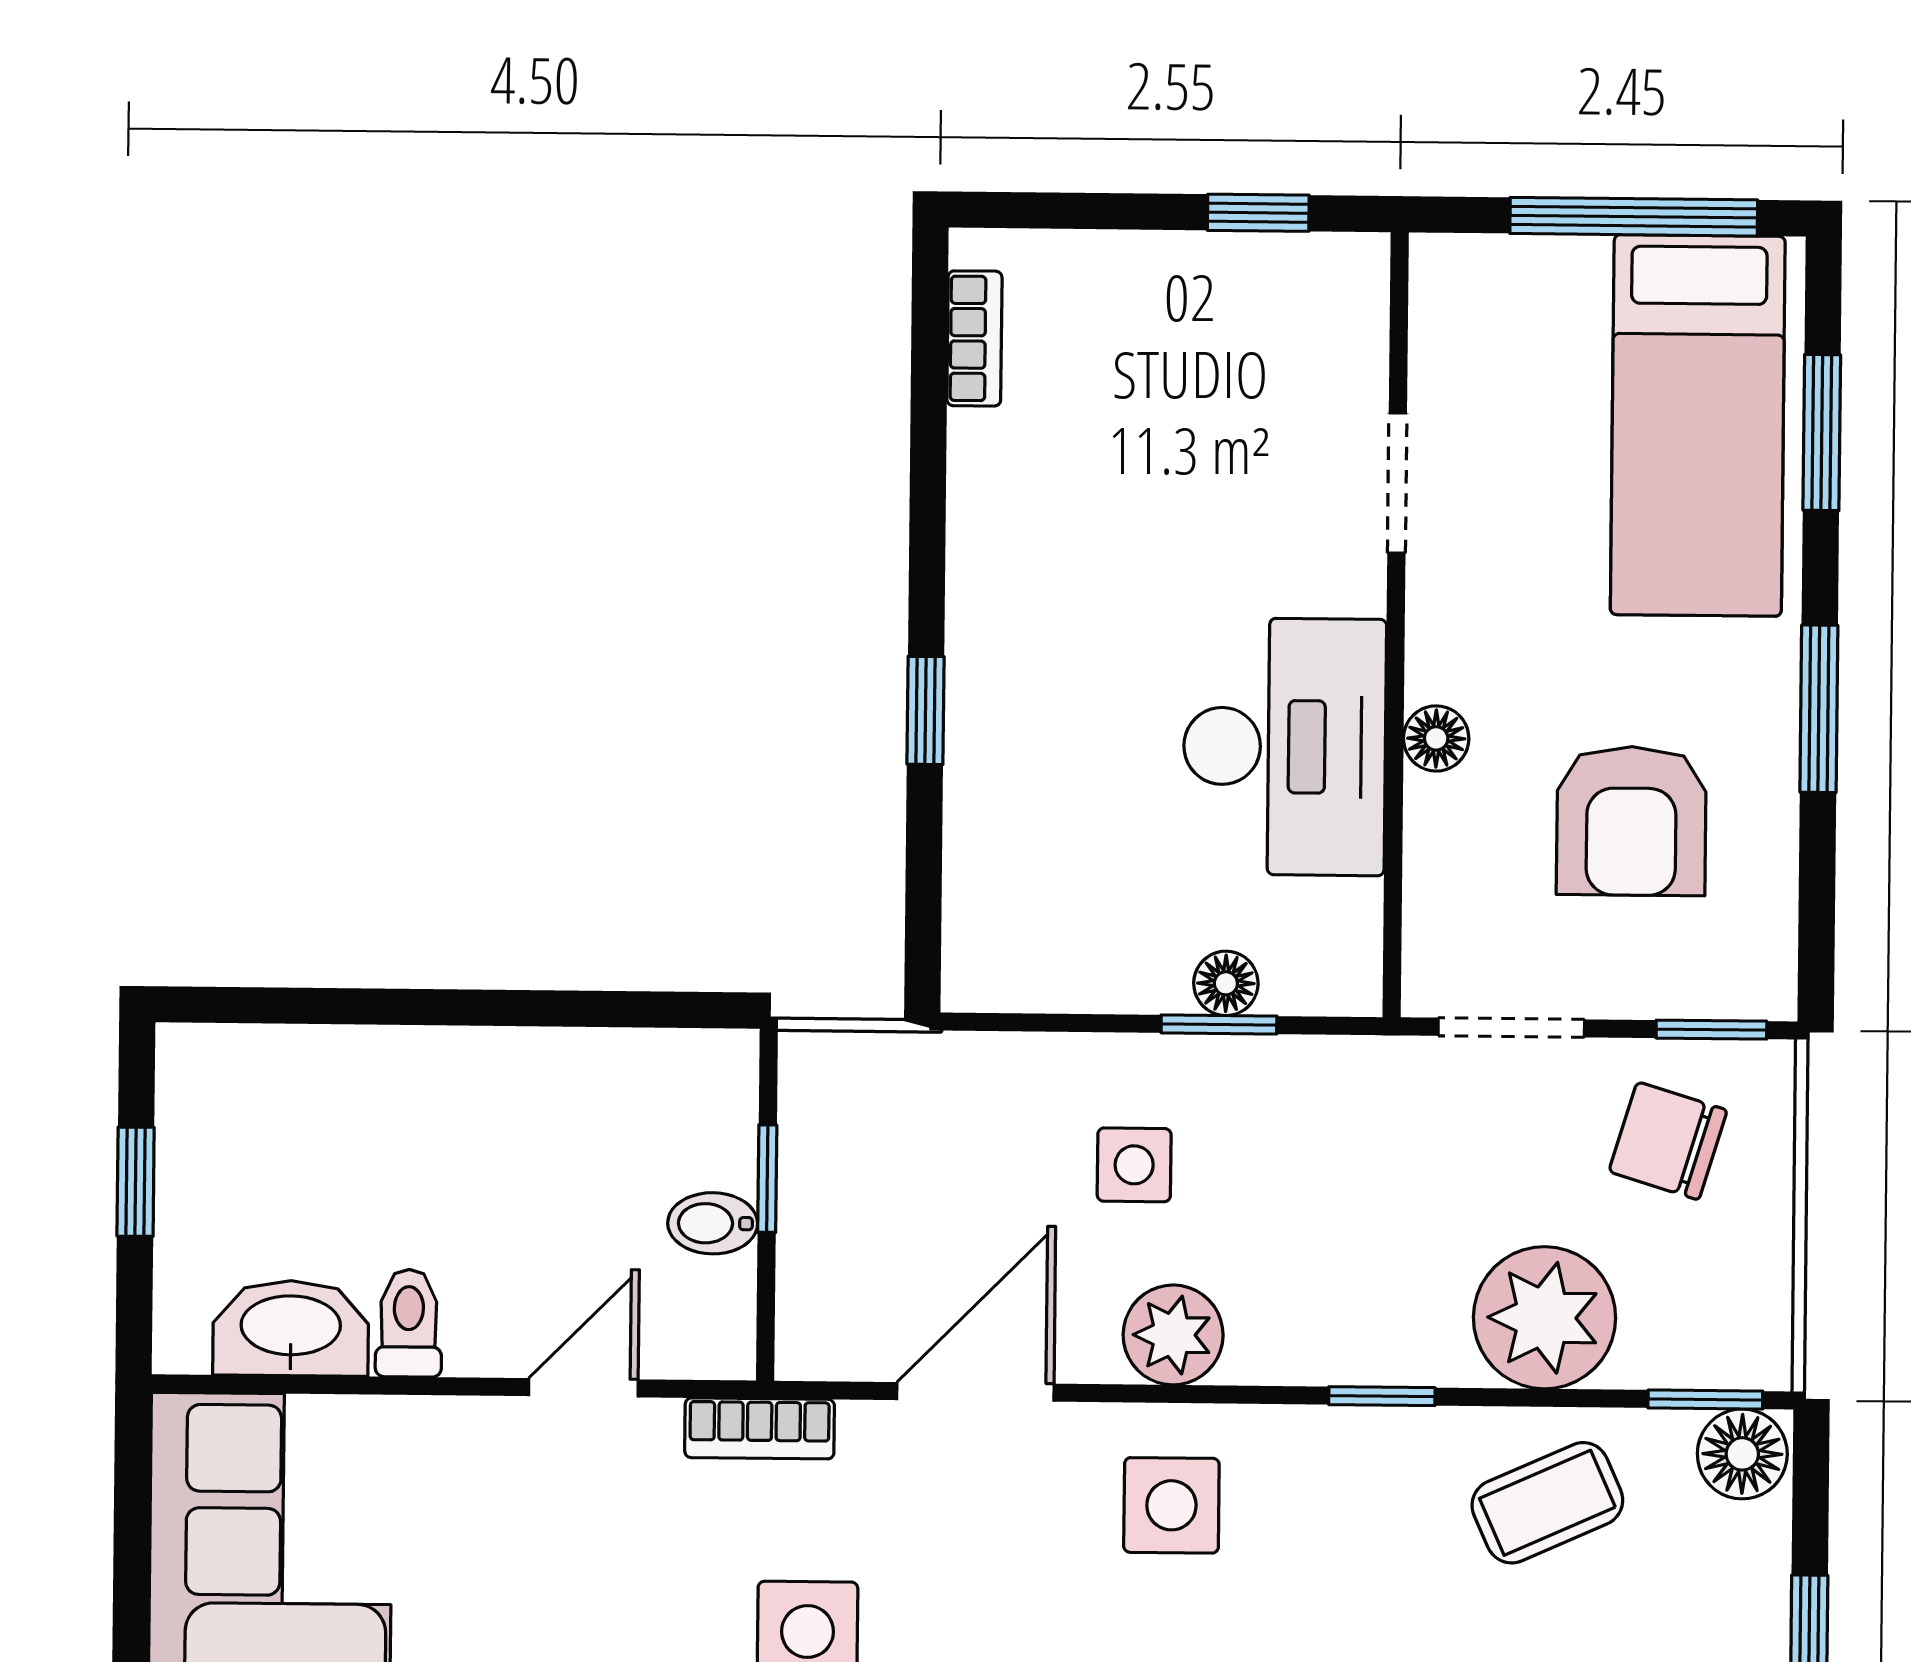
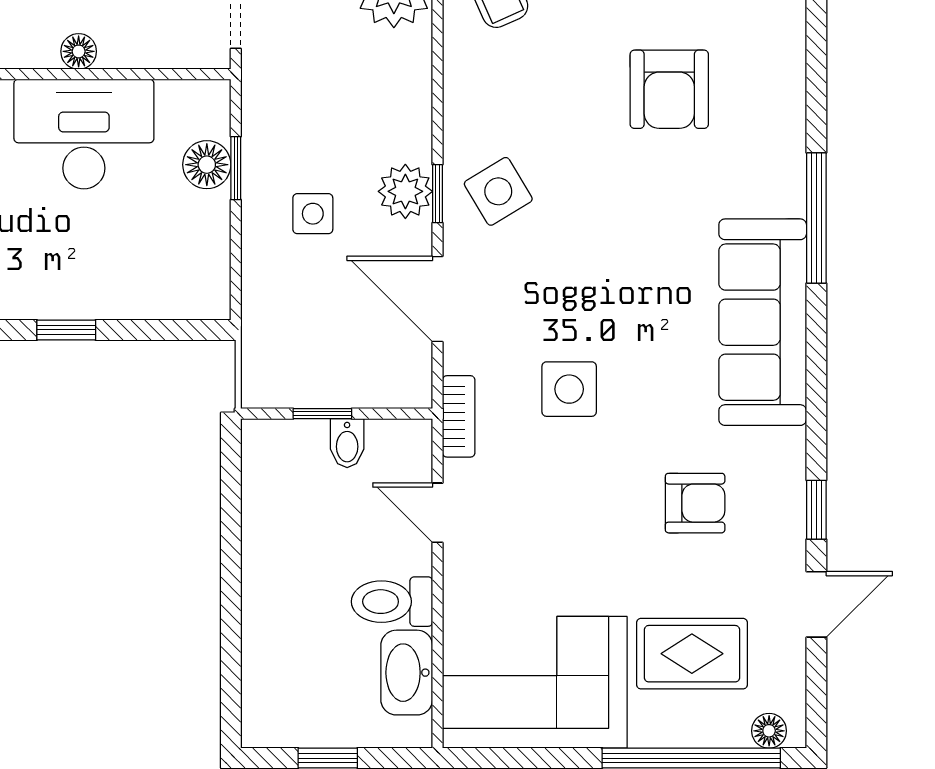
floor lamp: (1226, 983) -> (207, 165), width x1.37, depth x1.37
toilet: (409, 1323) -> (392, 602), width x1.37, depth x1.39
window: (1382, 1396) -> (438, 194), moved
side table: (1171, 1505) -> (498, 191), turned -31

